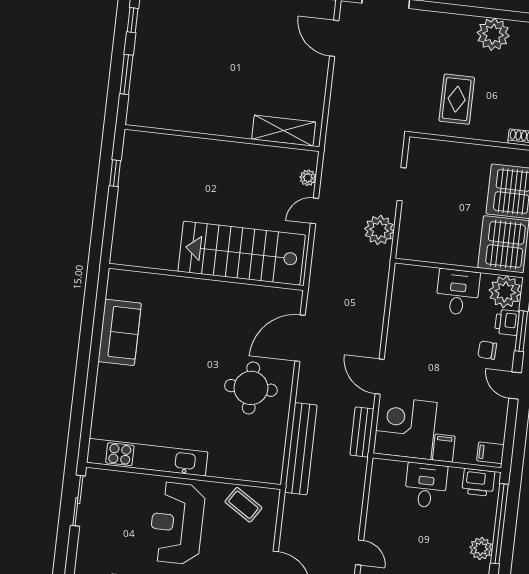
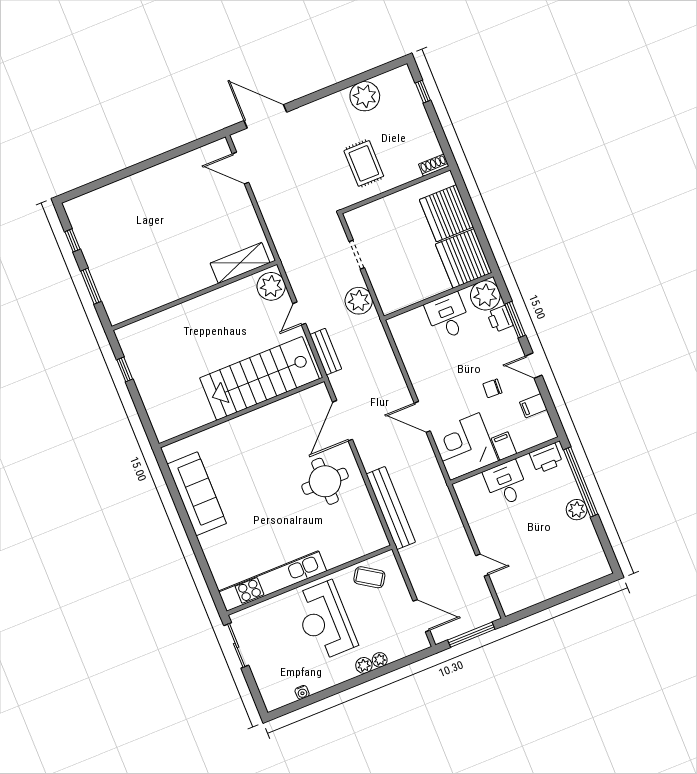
plant: (308, 178) -> (271, 286), width x1.88, depth x1.88
sofa: (120, 332) -> (197, 494), width x1.36
chair: (487, 350) -> (492, 388), moved
bench: (362, 432) -> (326, 352), moved
filing cabinet: (490, 453) -> (533, 406), moved

